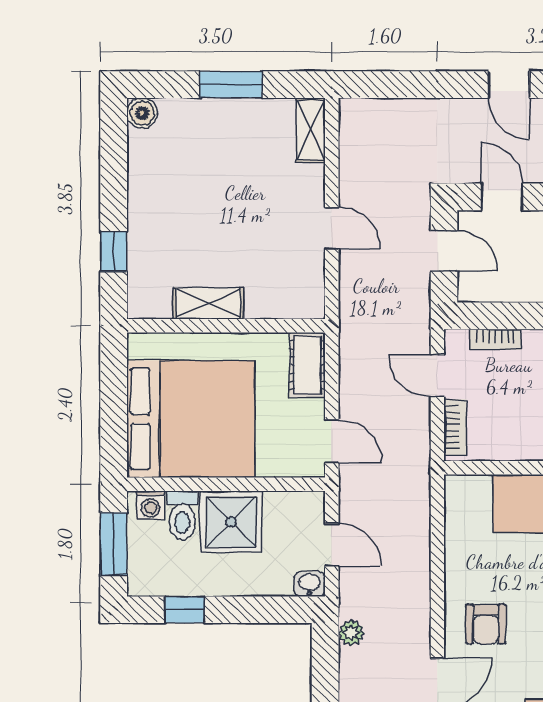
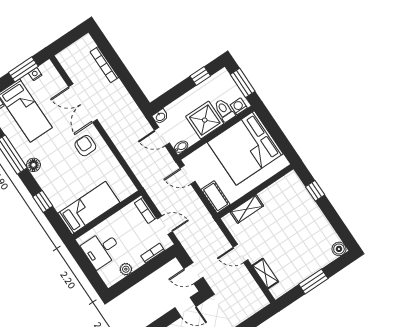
shelving: (311, 130) -> (265, 274), moved
shelving: (208, 303) -> (247, 209), moved
bidet: (309, 502) -> (181, 147), added
plant: (351, 633) -> (133, 109), removed

